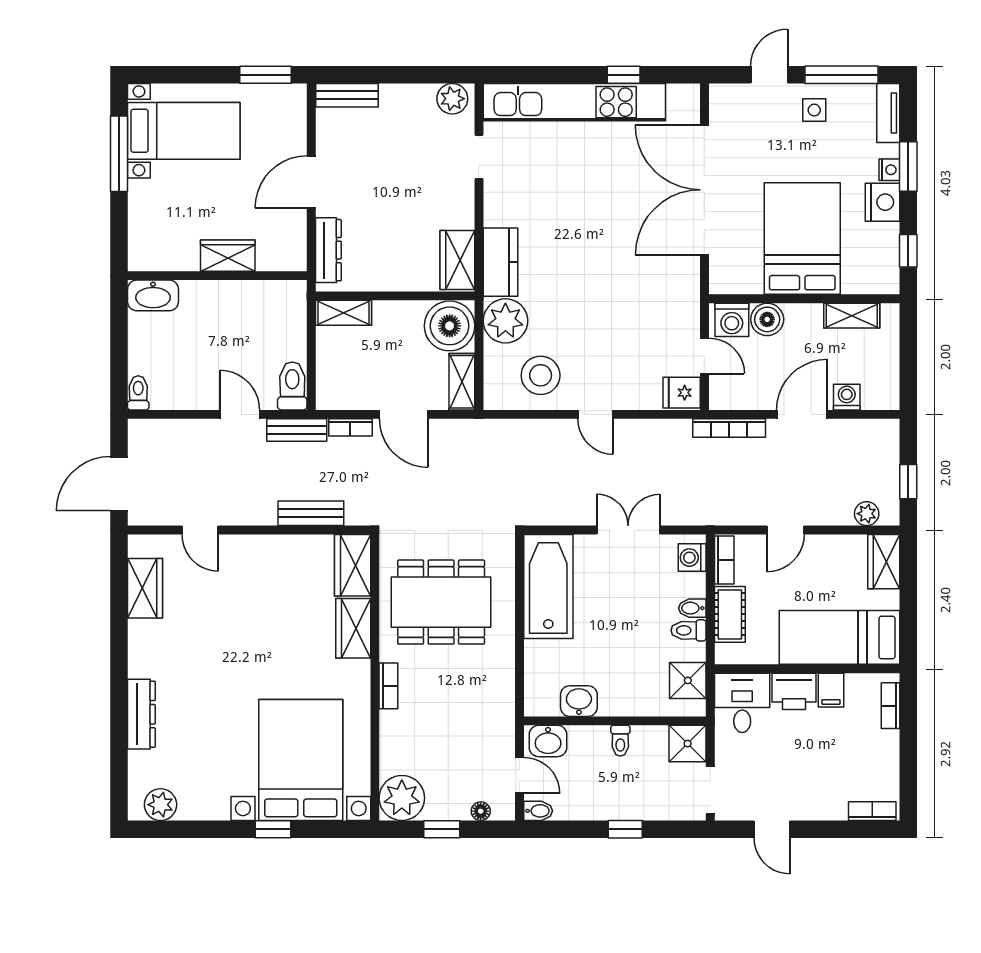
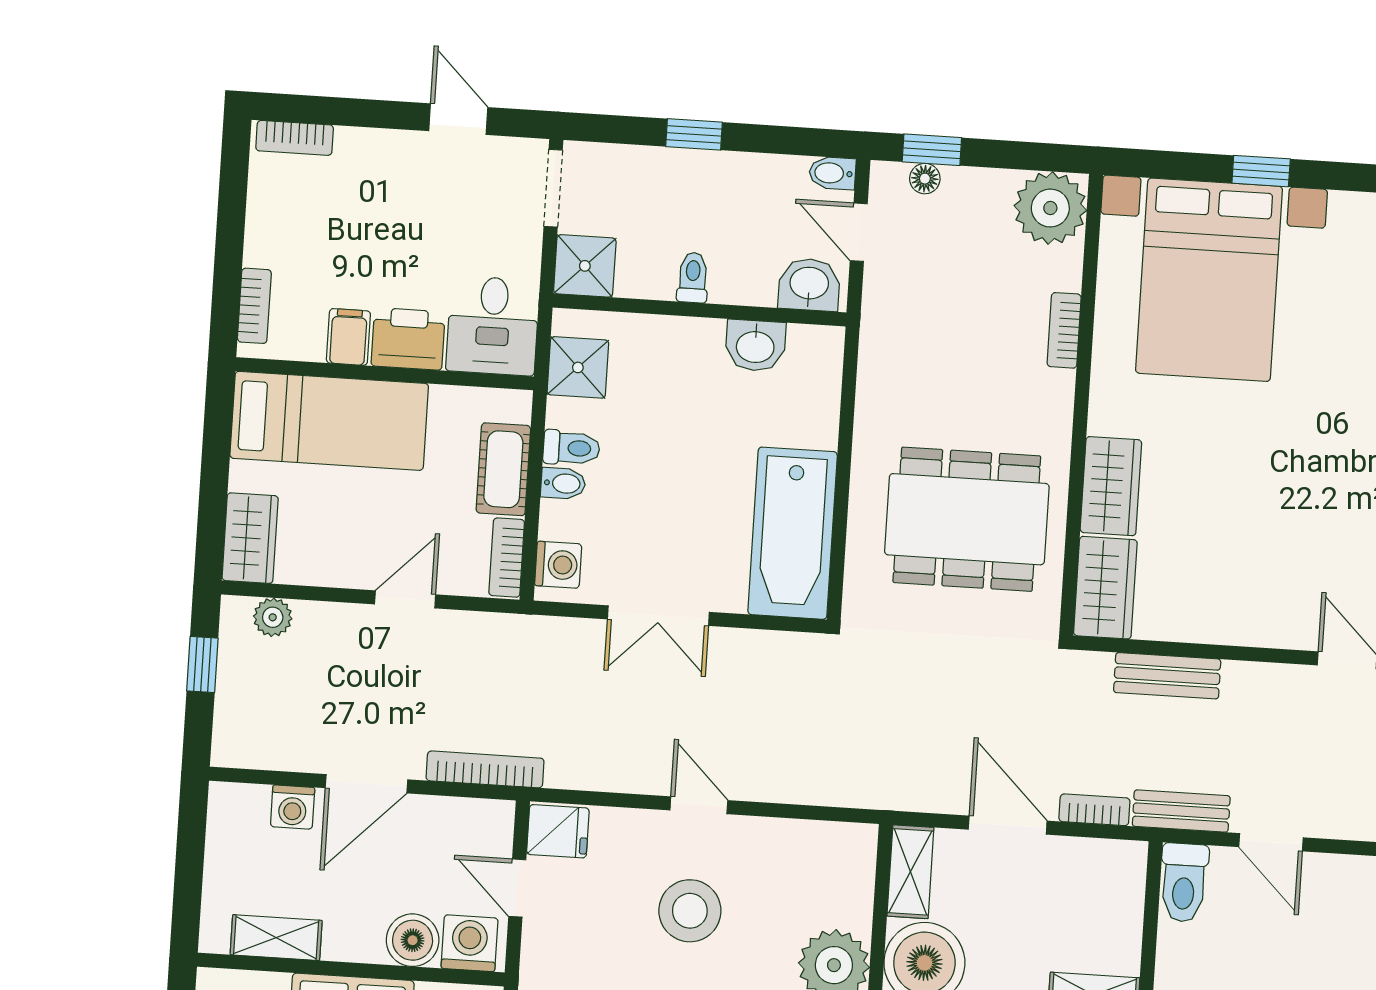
stool: (541, 375) -> (690, 911), moved
bookcase: (388, 686) -> (1064, 330), moved
window: (442, 829) -> (932, 150), moved

